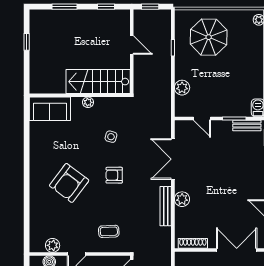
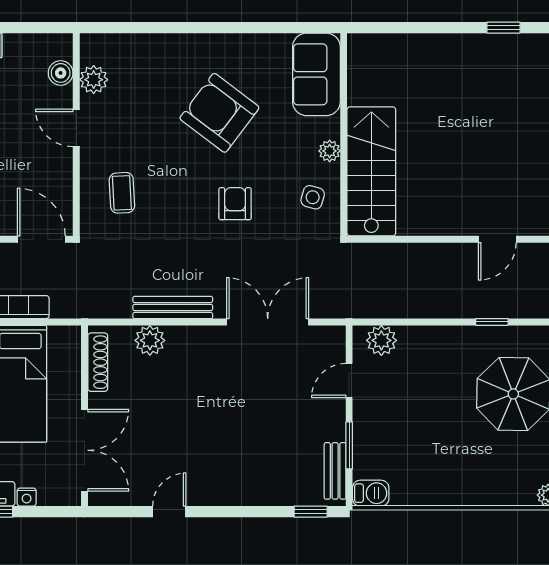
stairs: (98, 82) -> (371, 171), moved
plant: (182, 88) -> (381, 340), moved
wall: (80, 95) -> (344, 134), moved
plant: (88, 102) -> (330, 151), moved
sofa: (50, 109) -> (316, 74), moved
plant: (182, 199) -> (150, 340), moved

